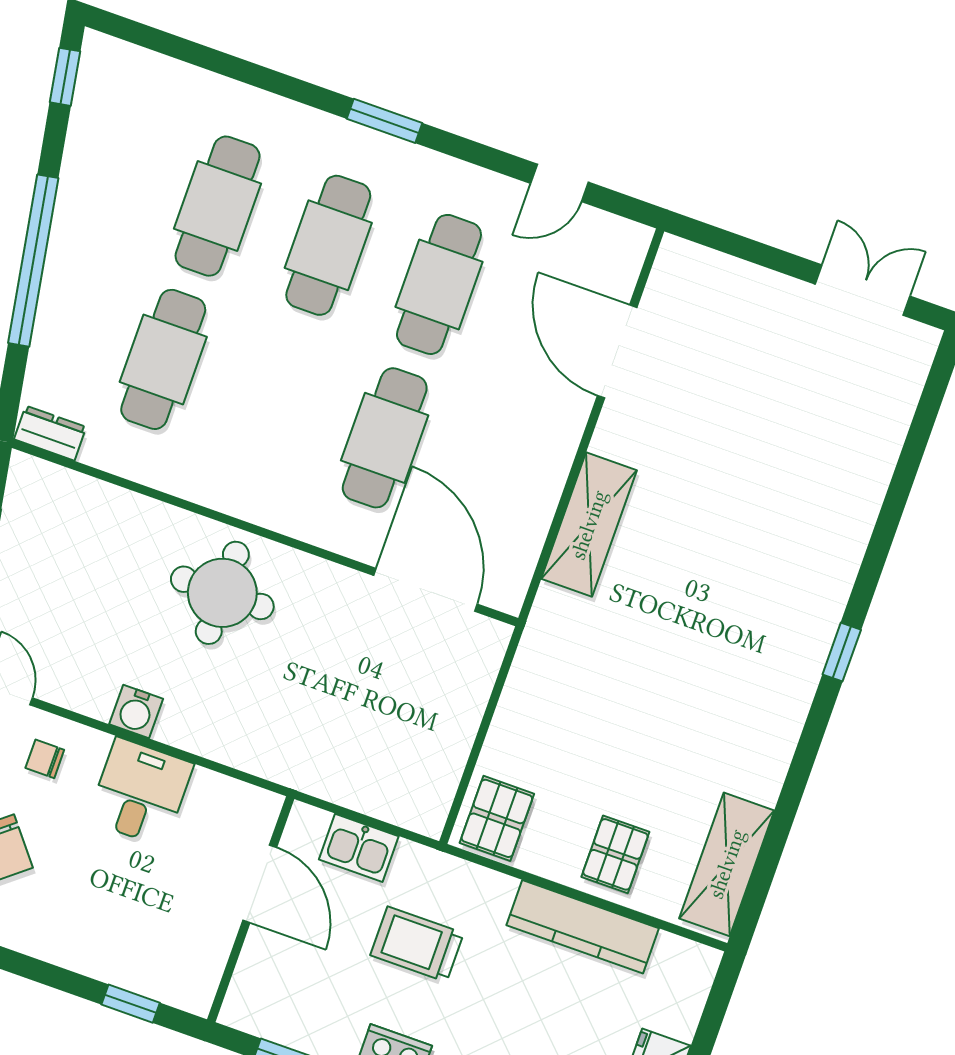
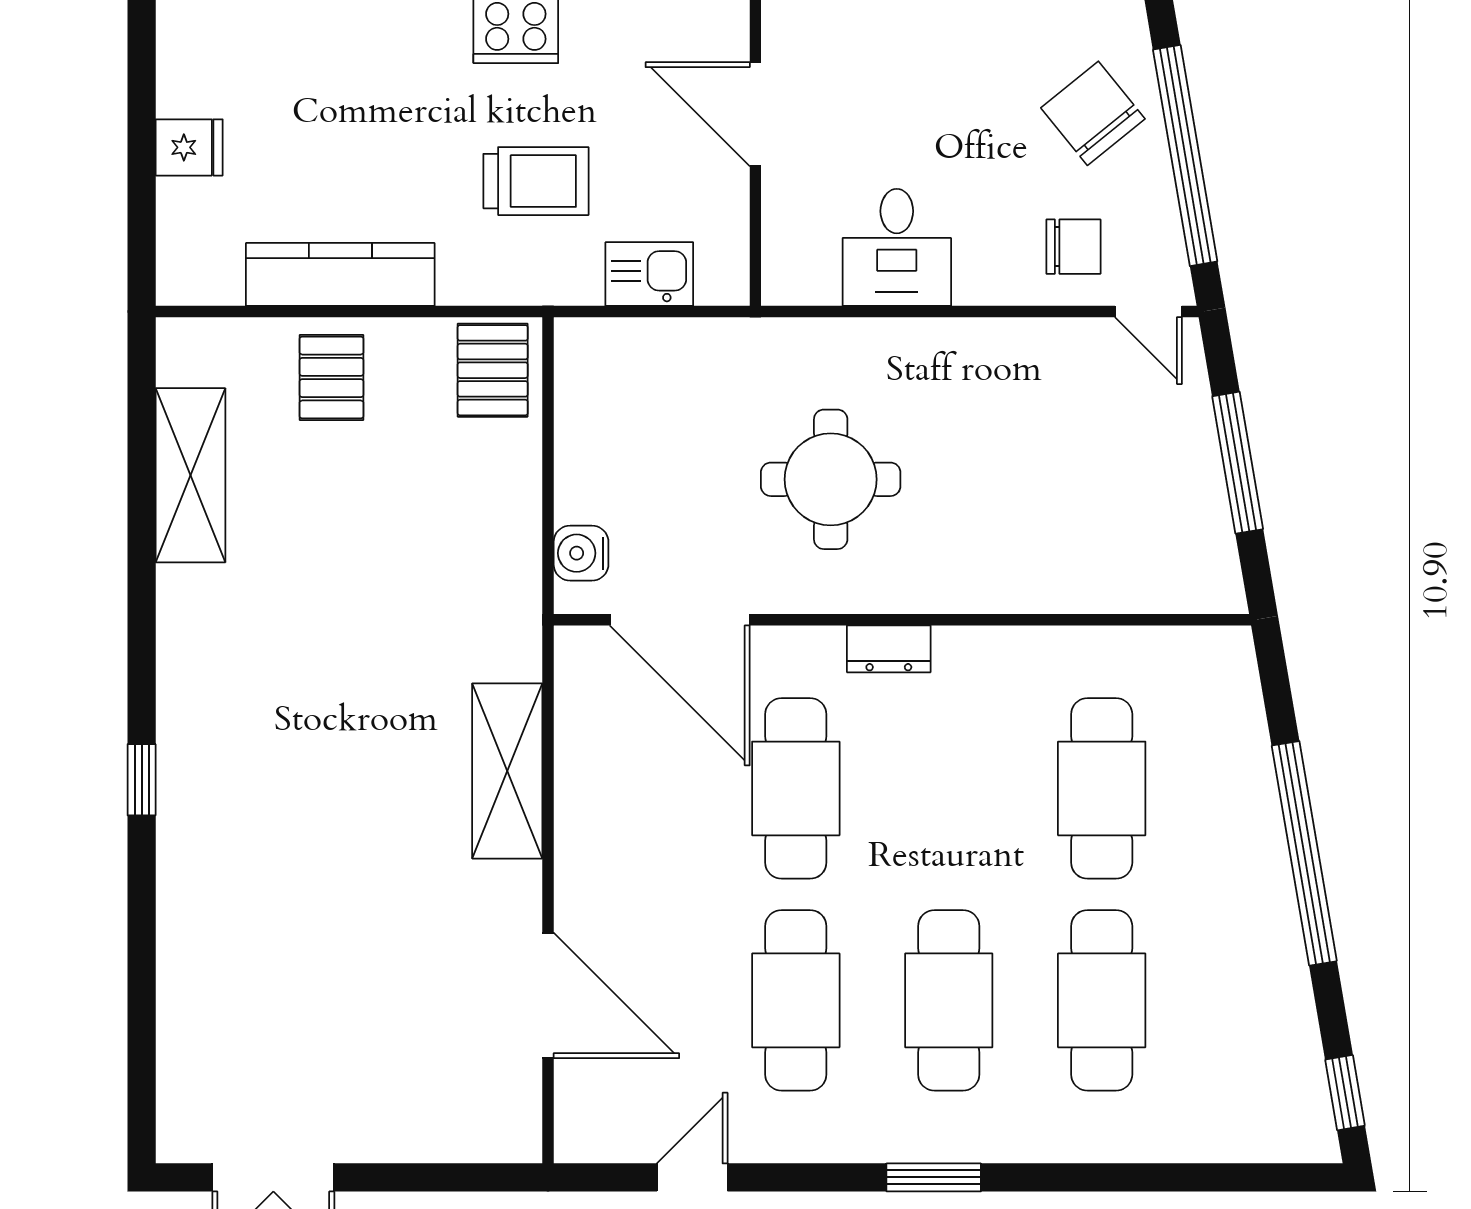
dresser: (50, 433) -> (889, 649), moved
round table: (222, 593) -> (831, 479), moved
window: (842, 652) -> (142, 780), moved
water cooler: (136, 712) -> (581, 553), moved, turned -90
chair: (45, 759) -> (1073, 247), width x1.37, depth x1.37
desk: (140, 792) -> (897, 247), moved
shelving: (727, 864) -> (190, 475), moved
door: (260, 884) -> (755, 114), moved

